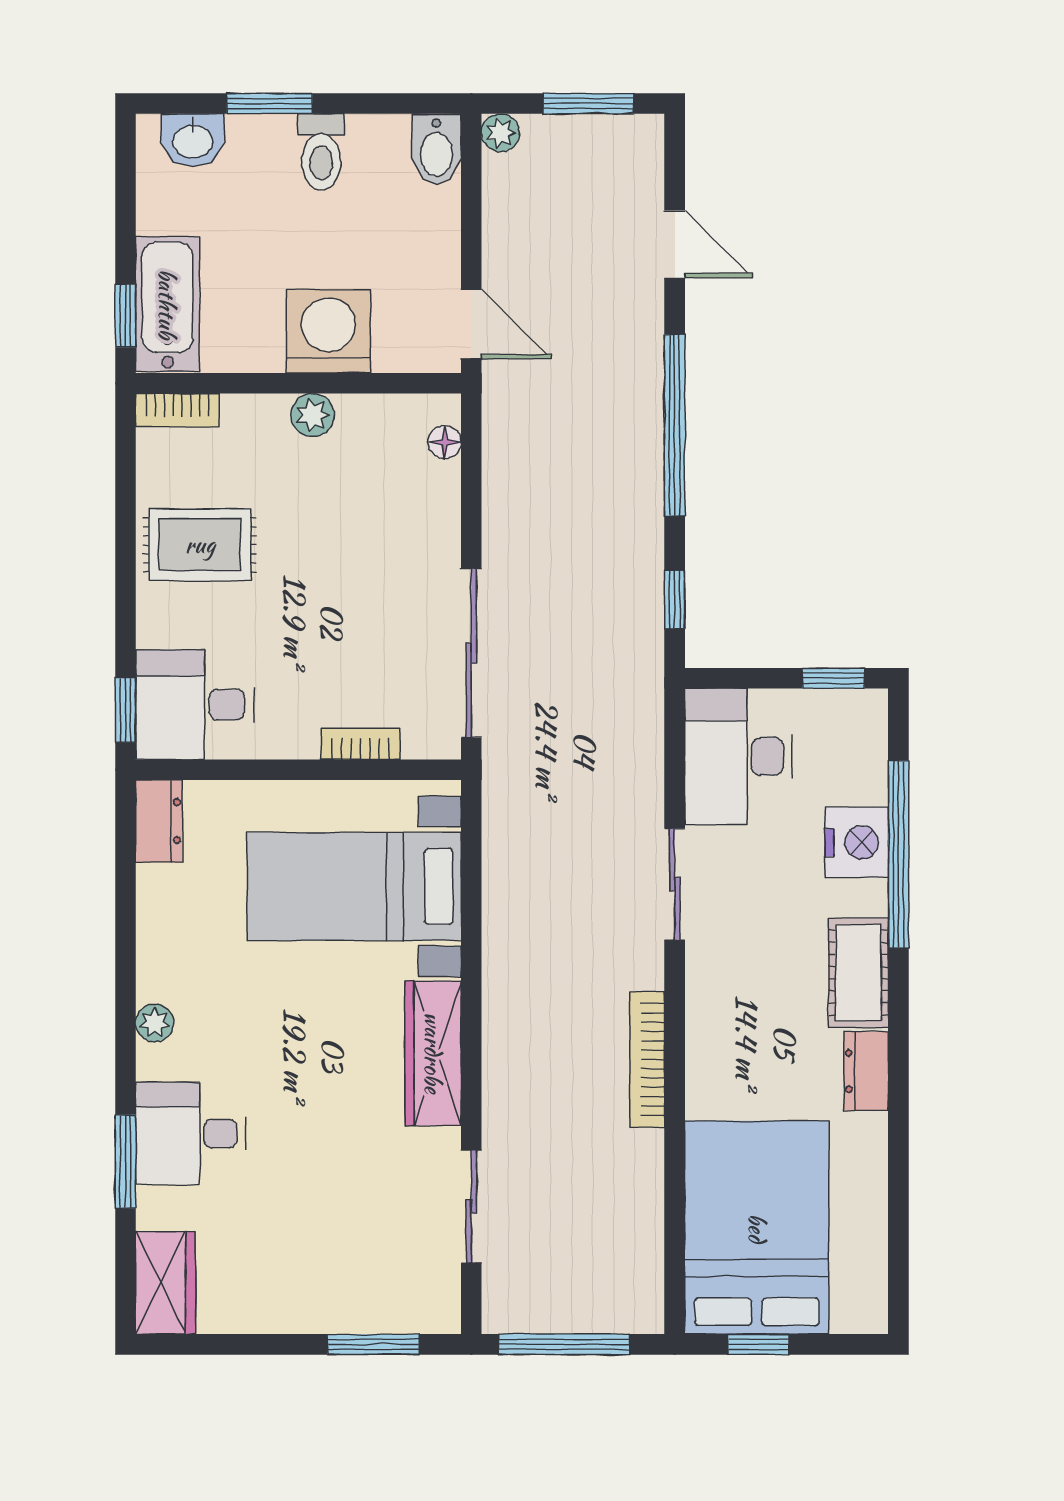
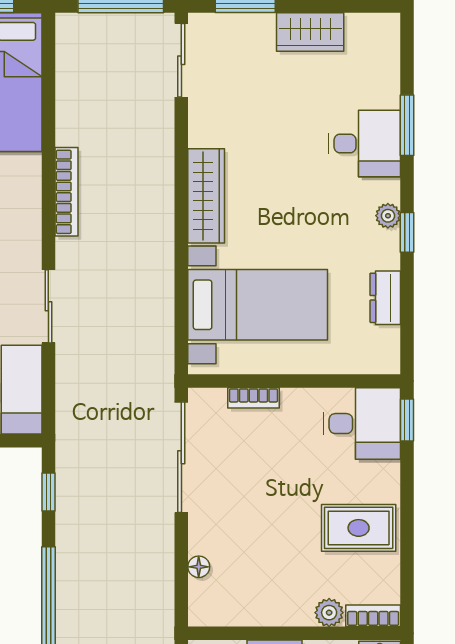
plant: (313, 415) -> (329, 613), moved
floor lamp: (444, 442) -> (199, 567), moved
dresser: (159, 821) -> (385, 298), moved
window: (125, 997) -> (407, 232), added
sliding door: (471, 1206) -> (181, 60), moved
wardrobe: (165, 1283) -> (310, 32), moved, turned -90

